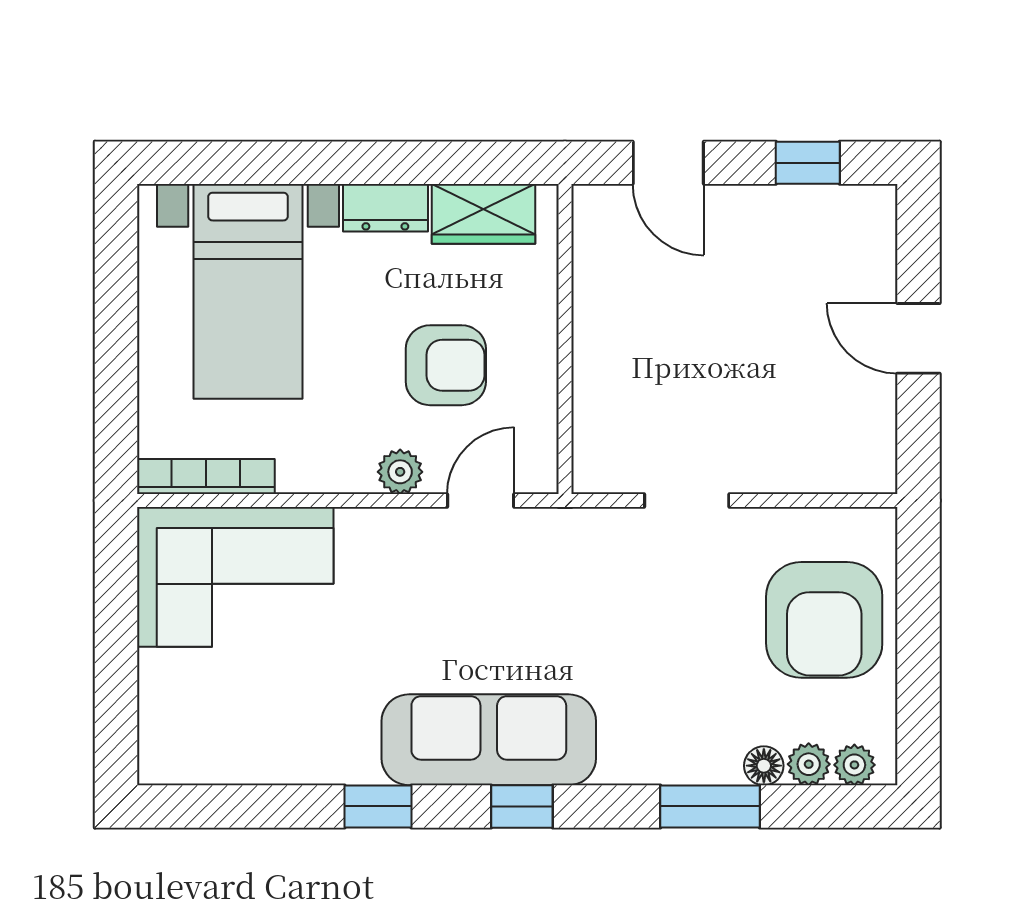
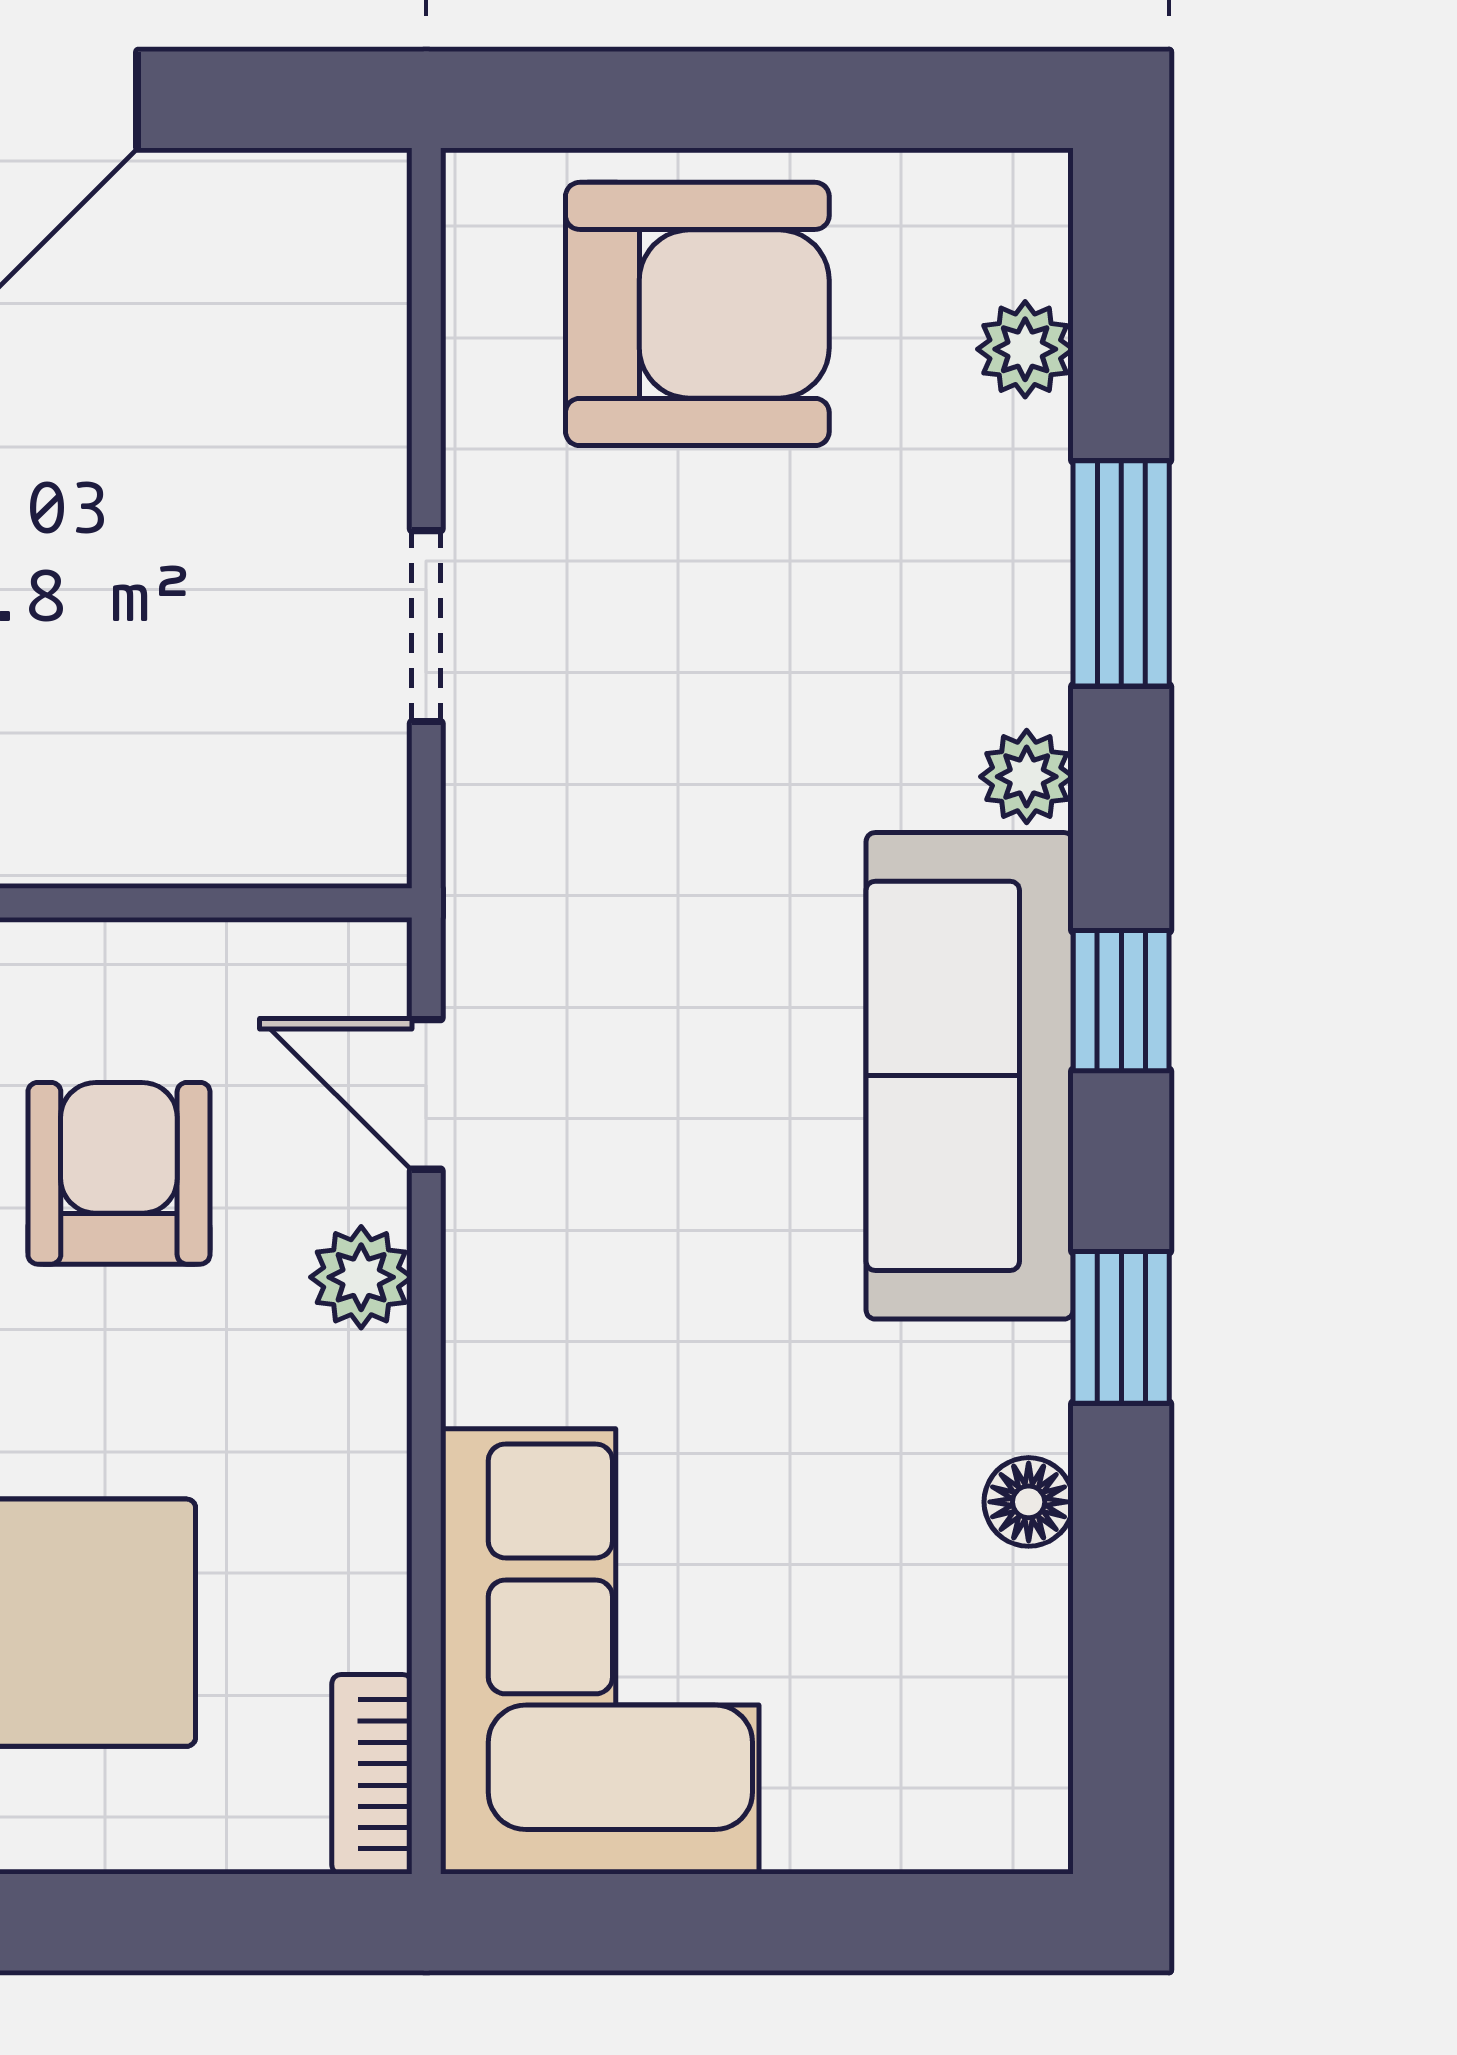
bookcase: (206, 477) -> (372, 1774), width x0.64
plant: (854, 765) -> (1027, 777), moved
floor lamp: (764, 766) -> (1029, 1502), moved

